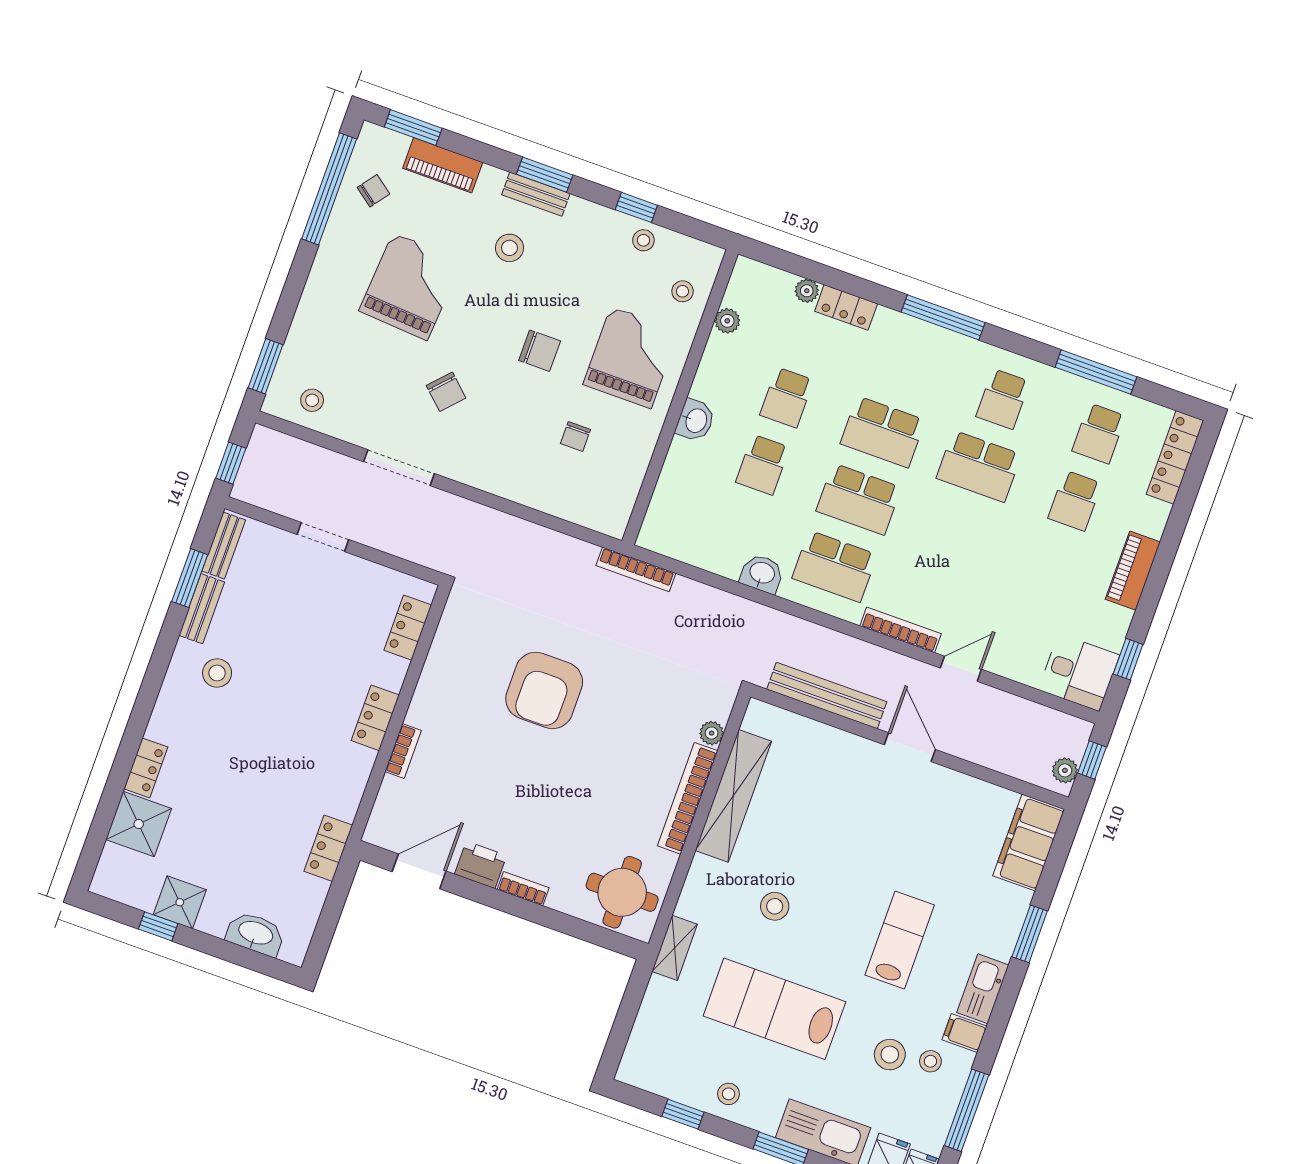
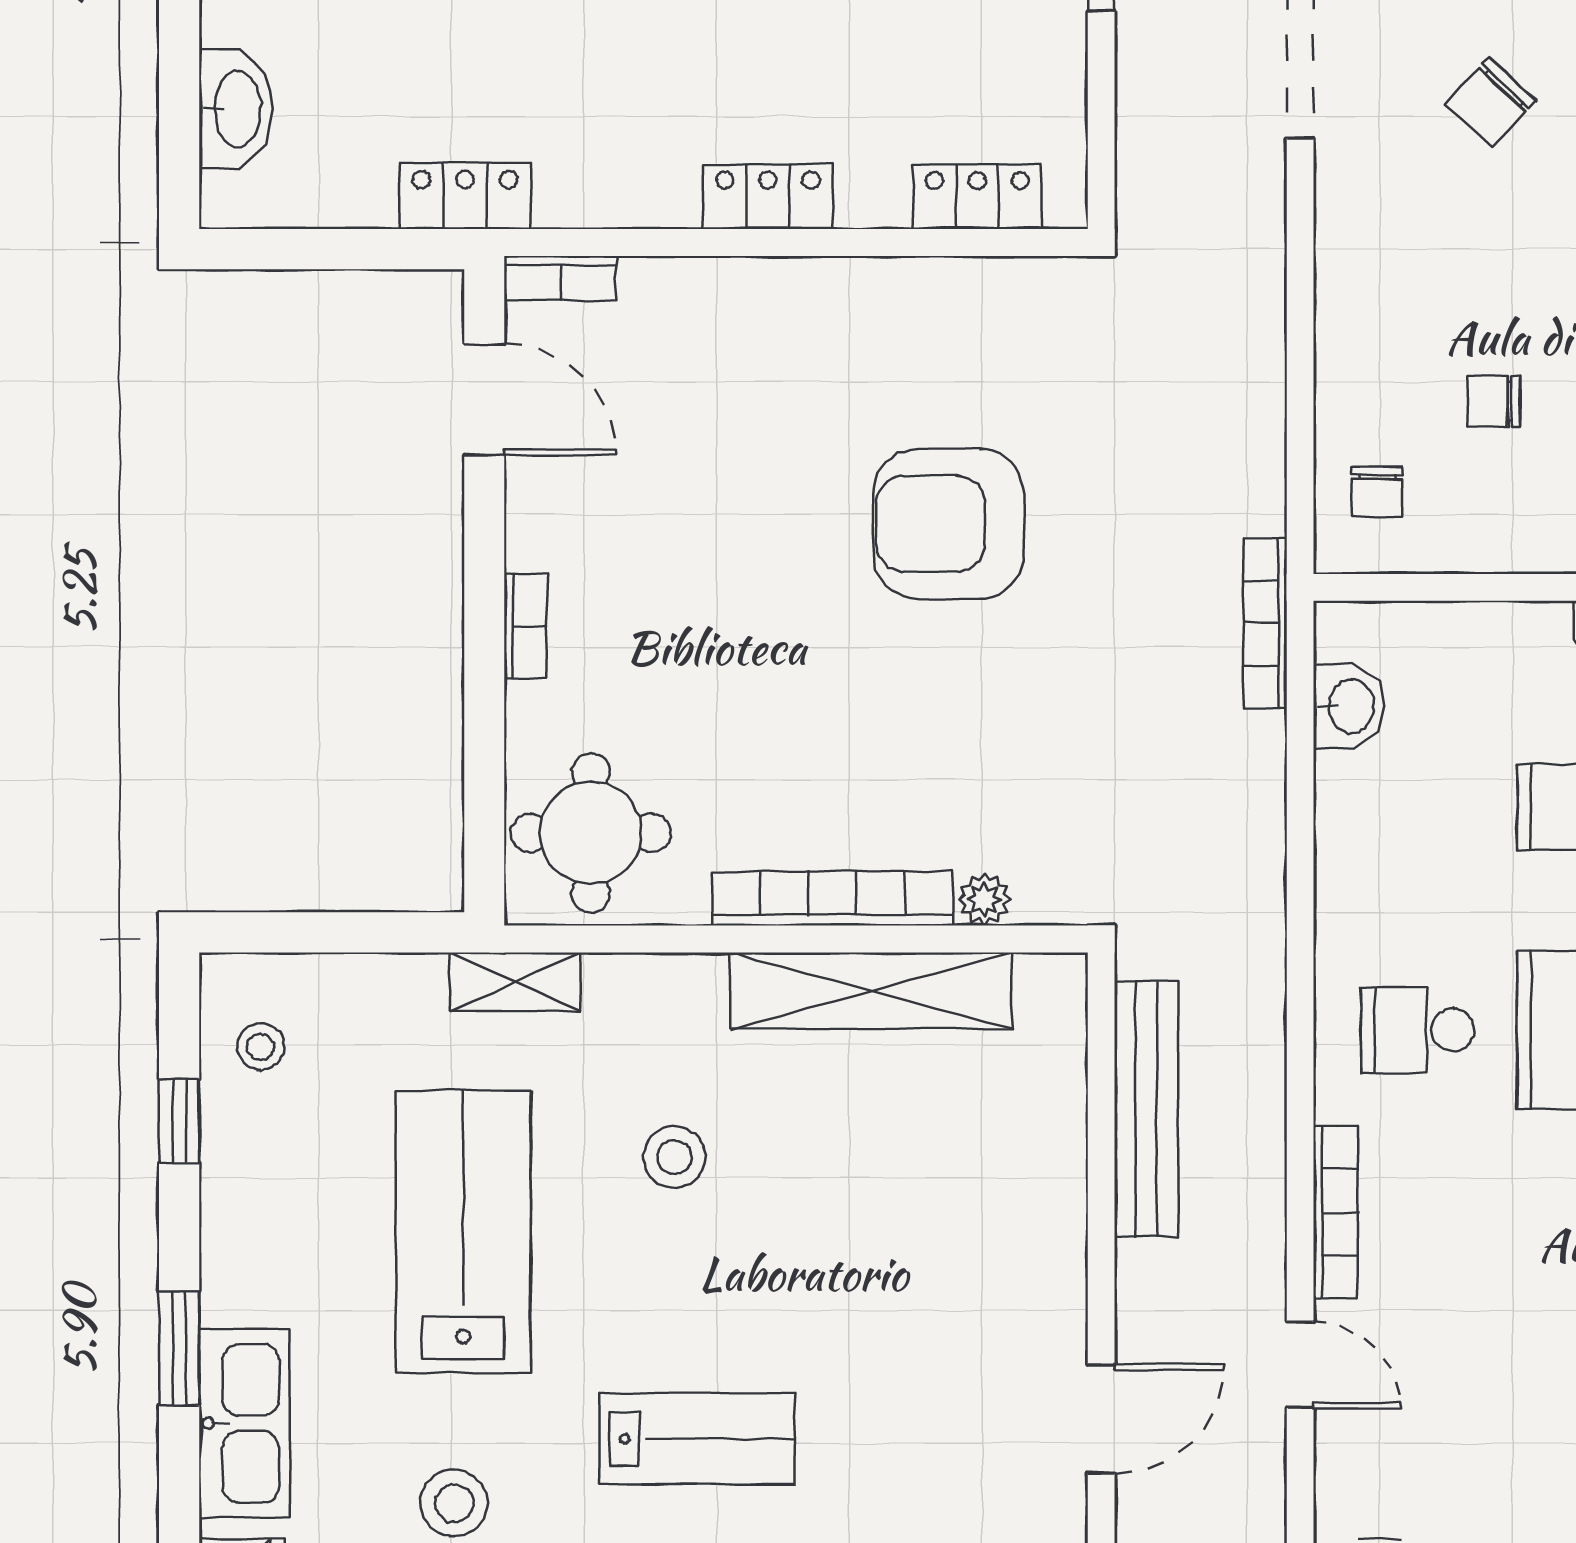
chair: (596, 501) -> (1377, 492), added
school desk: (835, 566) -> (1418, 1030), width x0.54
washbasin: (762, 574) -> (1349, 706), moved
door: (910, 747) -> (1101, 1419), moved
bookcase: (403, 751) -> (560, 278), moved
printer: (481, 865) -> (543, 522), removed
stool: (729, 1094) -> (261, 1047), moved

